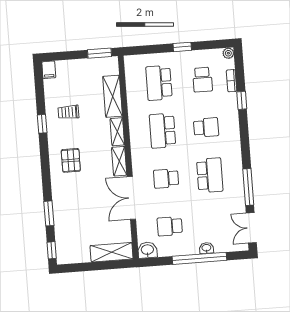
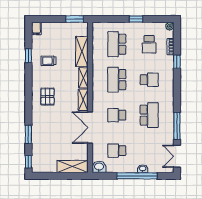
window: (42, 124) -> (28, 56), moved

